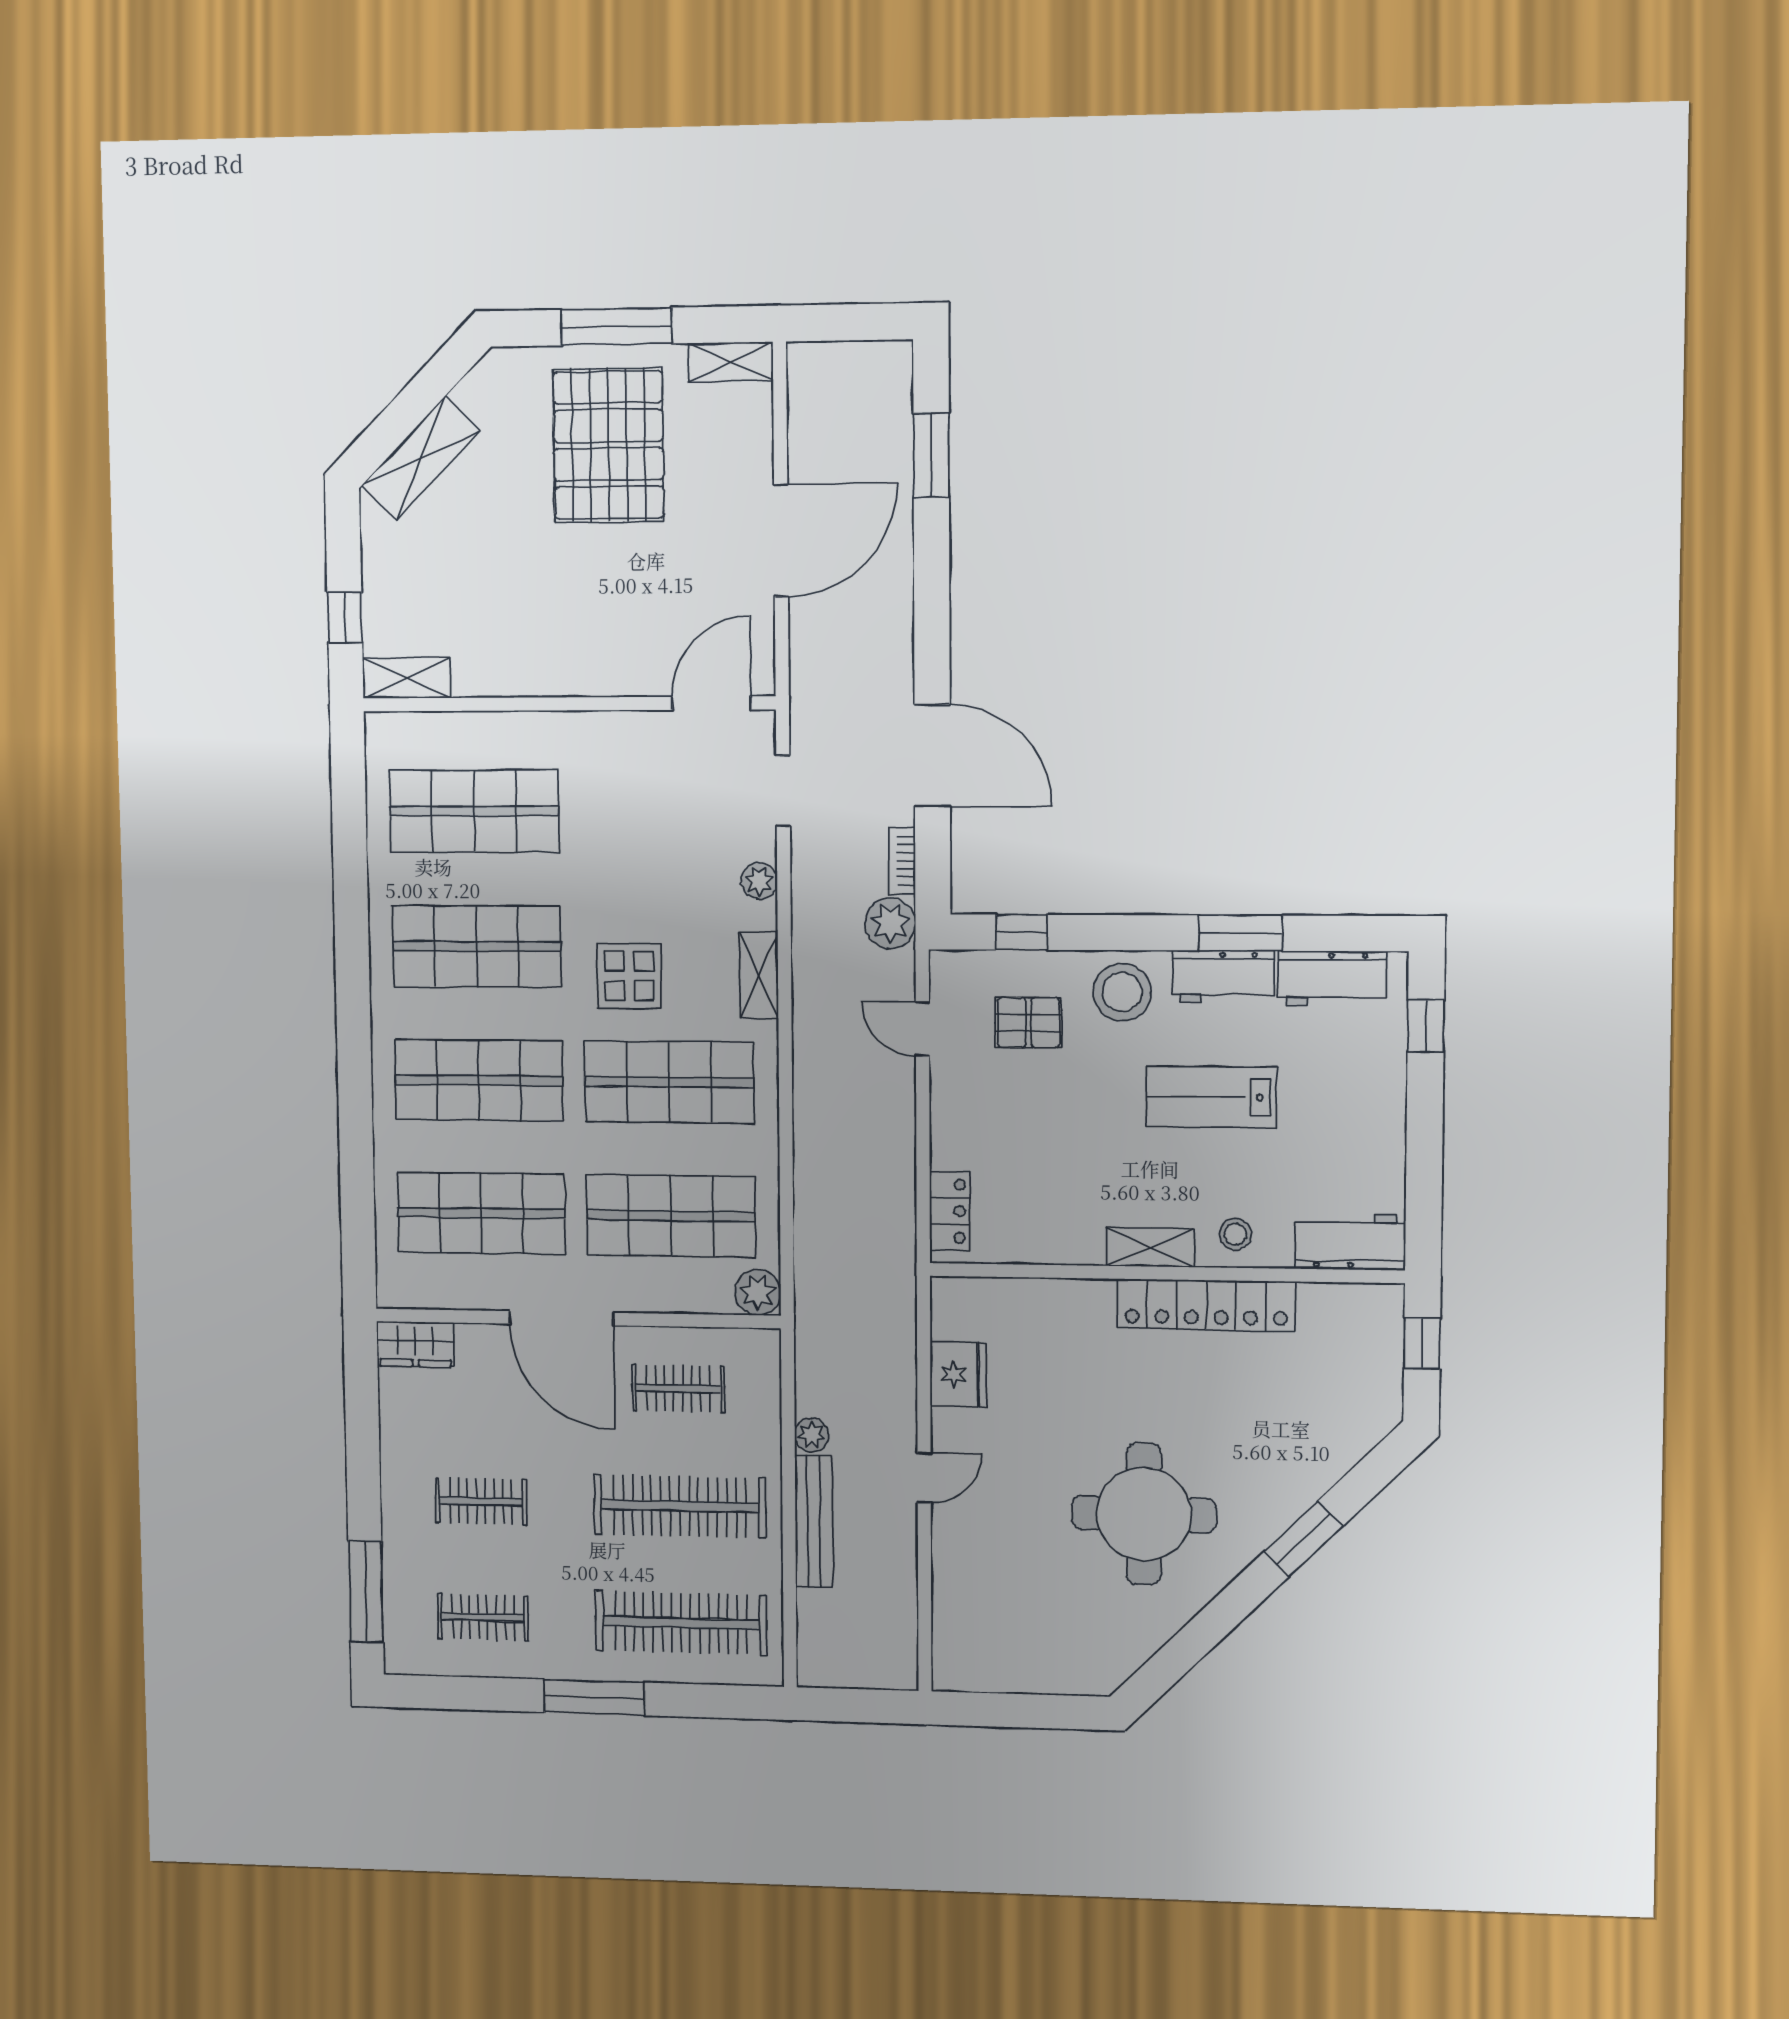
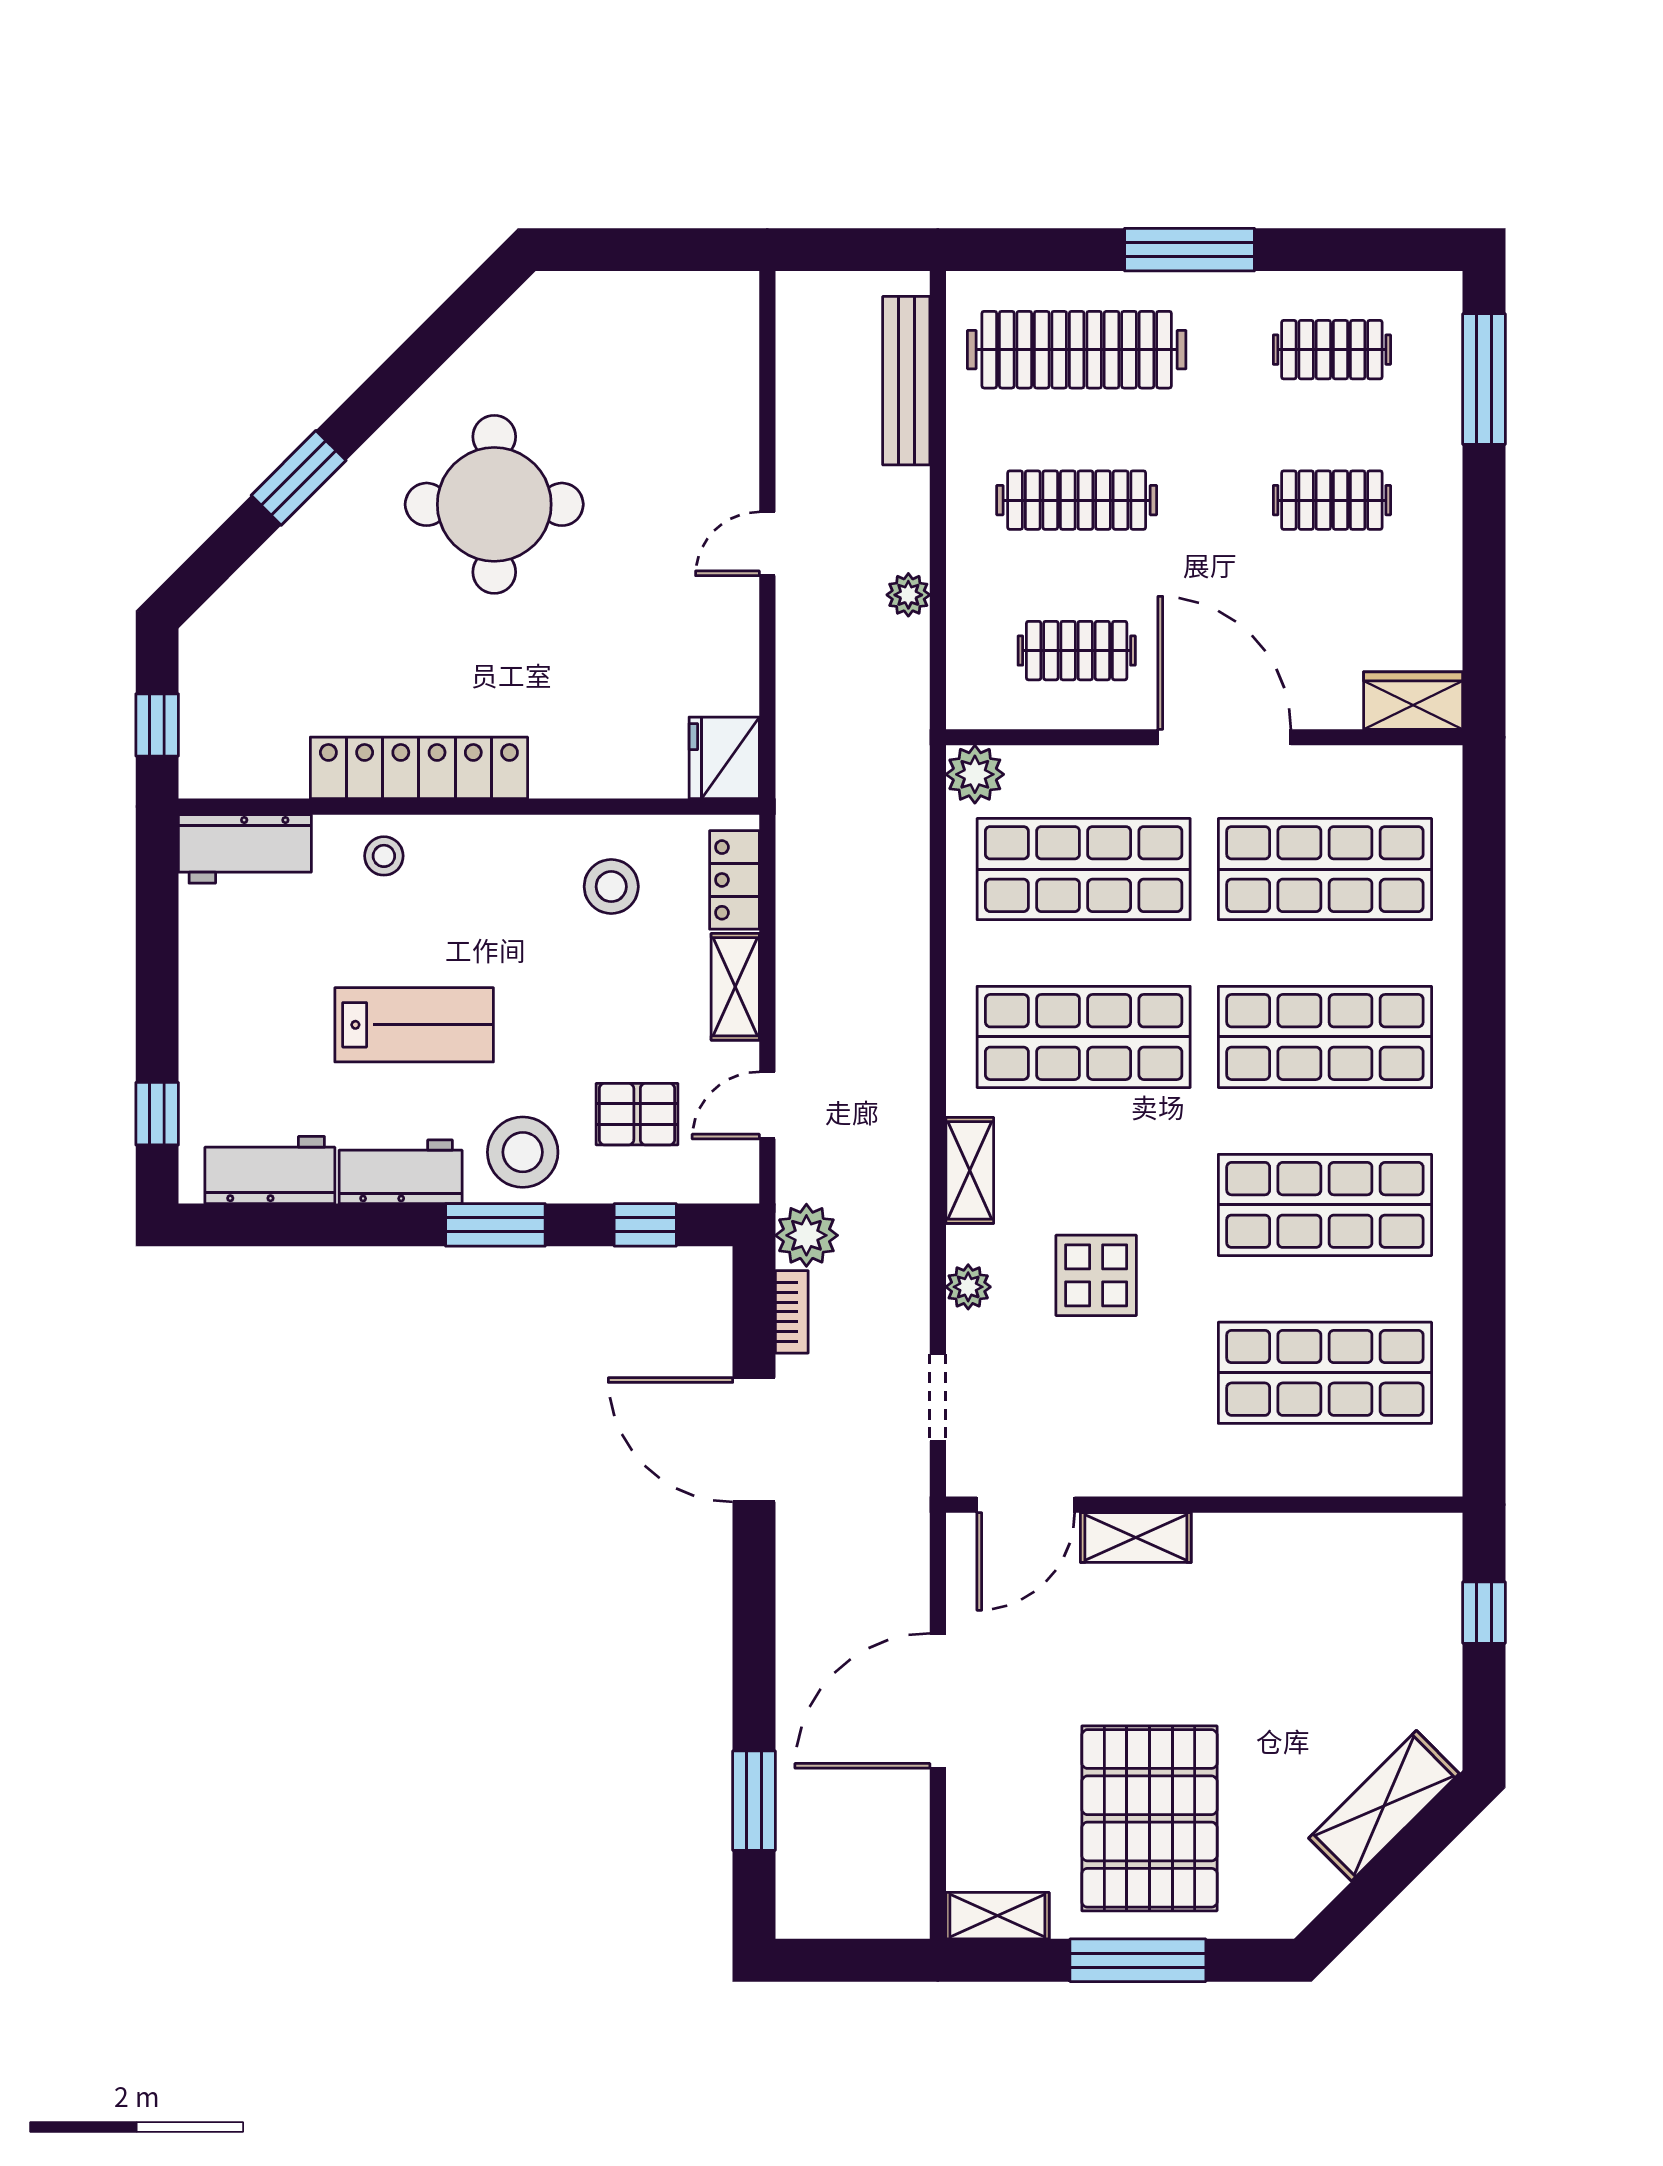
shelving: (407, 678) -> (1136, 1538), moved
window: (1240, 933) -> (495, 1225), moved
display table: (629, 976) -> (1096, 1275), moved
door: (922, 1029) -> (767, 1105), swing flipped
stool: (1049, 1207) -> (611, 887), added
shelving: (1150, 1247) -> (735, 987), moved, turned 90
fridge: (958, 1374) -> (724, 758), moved
clothes rail: (680, 1506) -> (1077, 500), width x0.73, depth x0.76
bench: (814, 1521) -> (906, 381), moved

